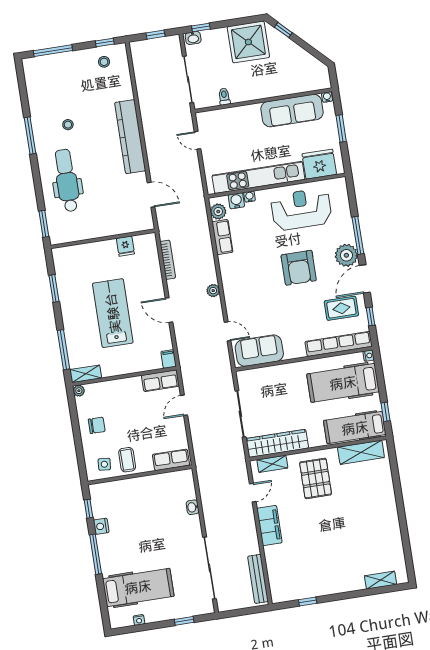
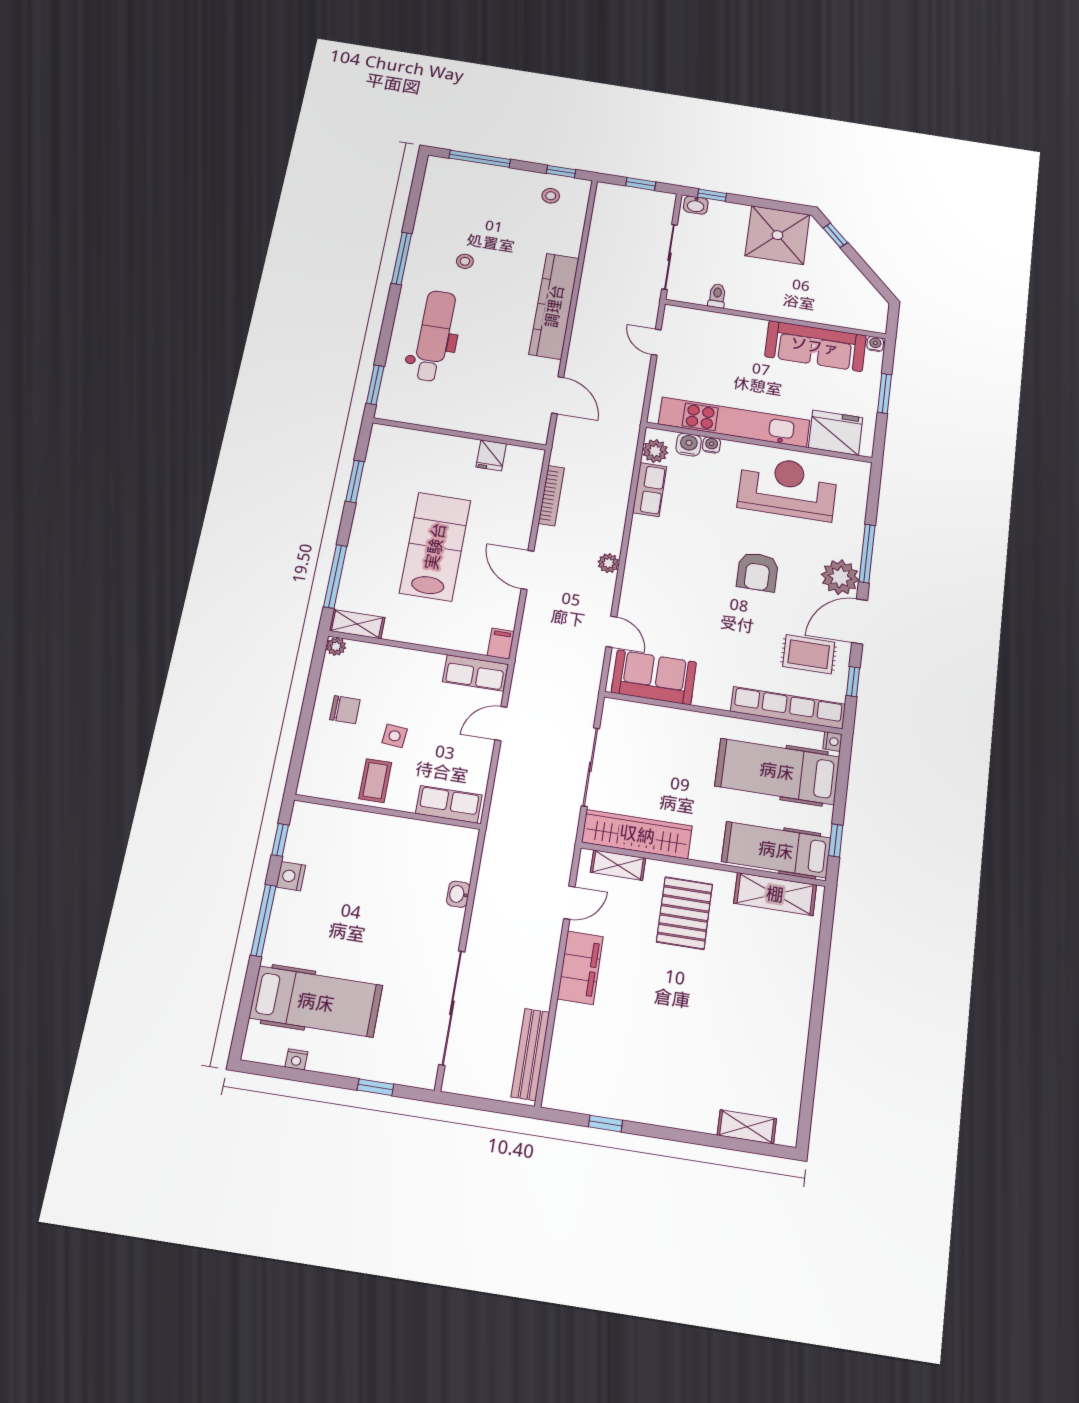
armchair: (299, 268) -> (757, 572), width x0.73, depth x0.73
side table: (104, 464) -> (395, 736), moved

